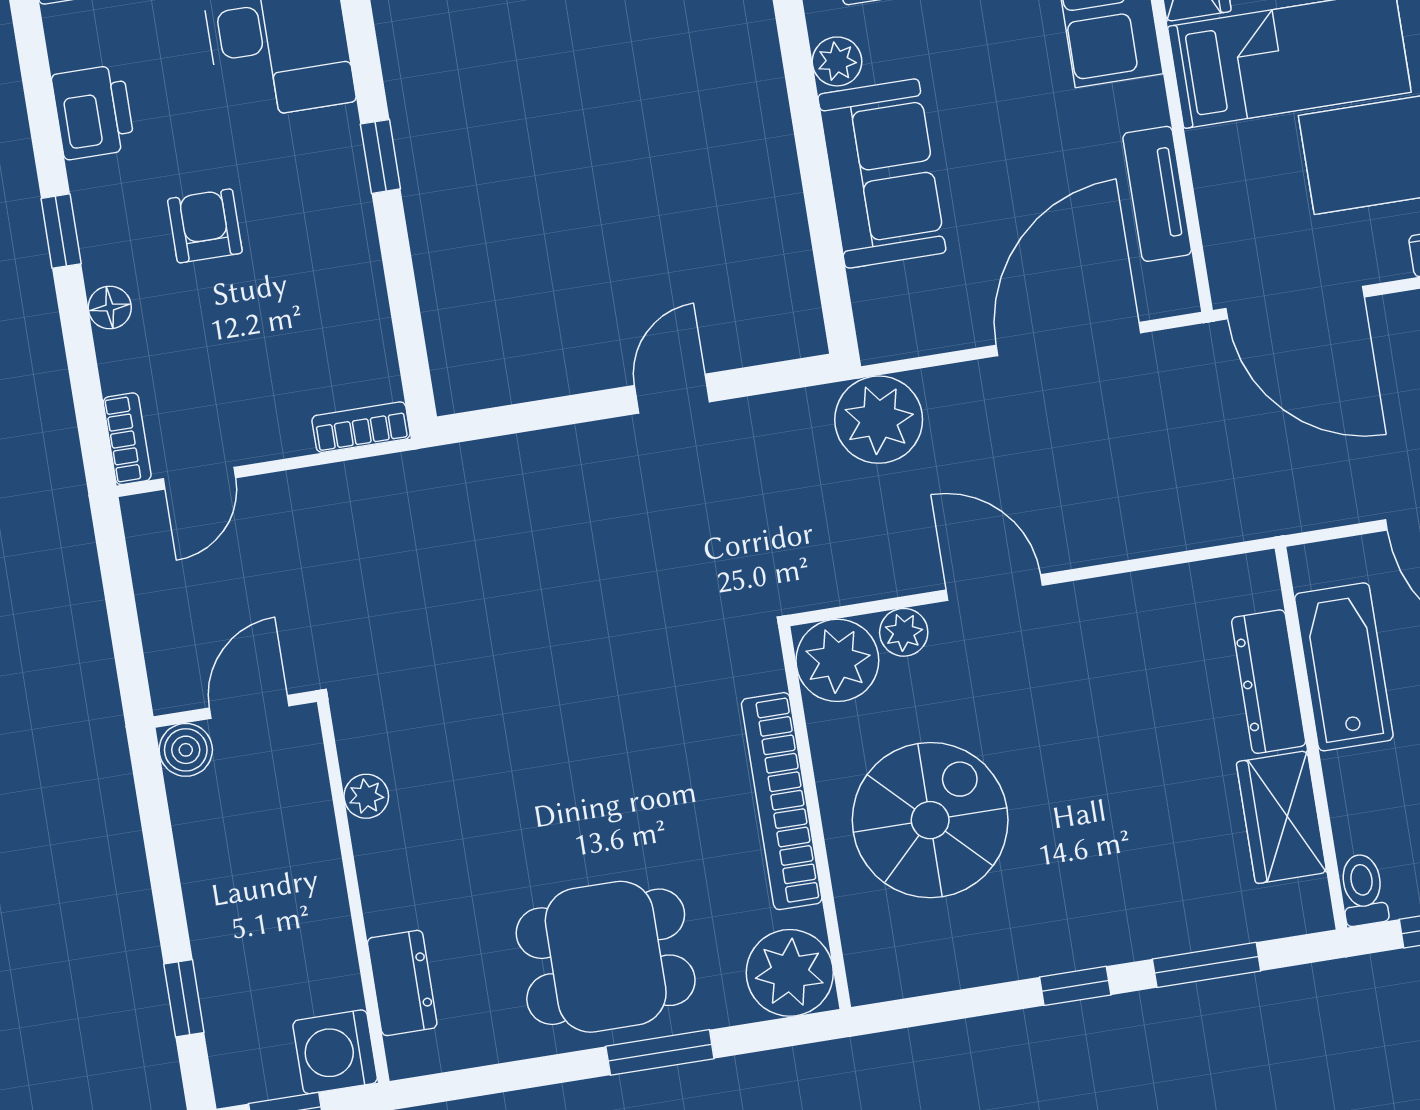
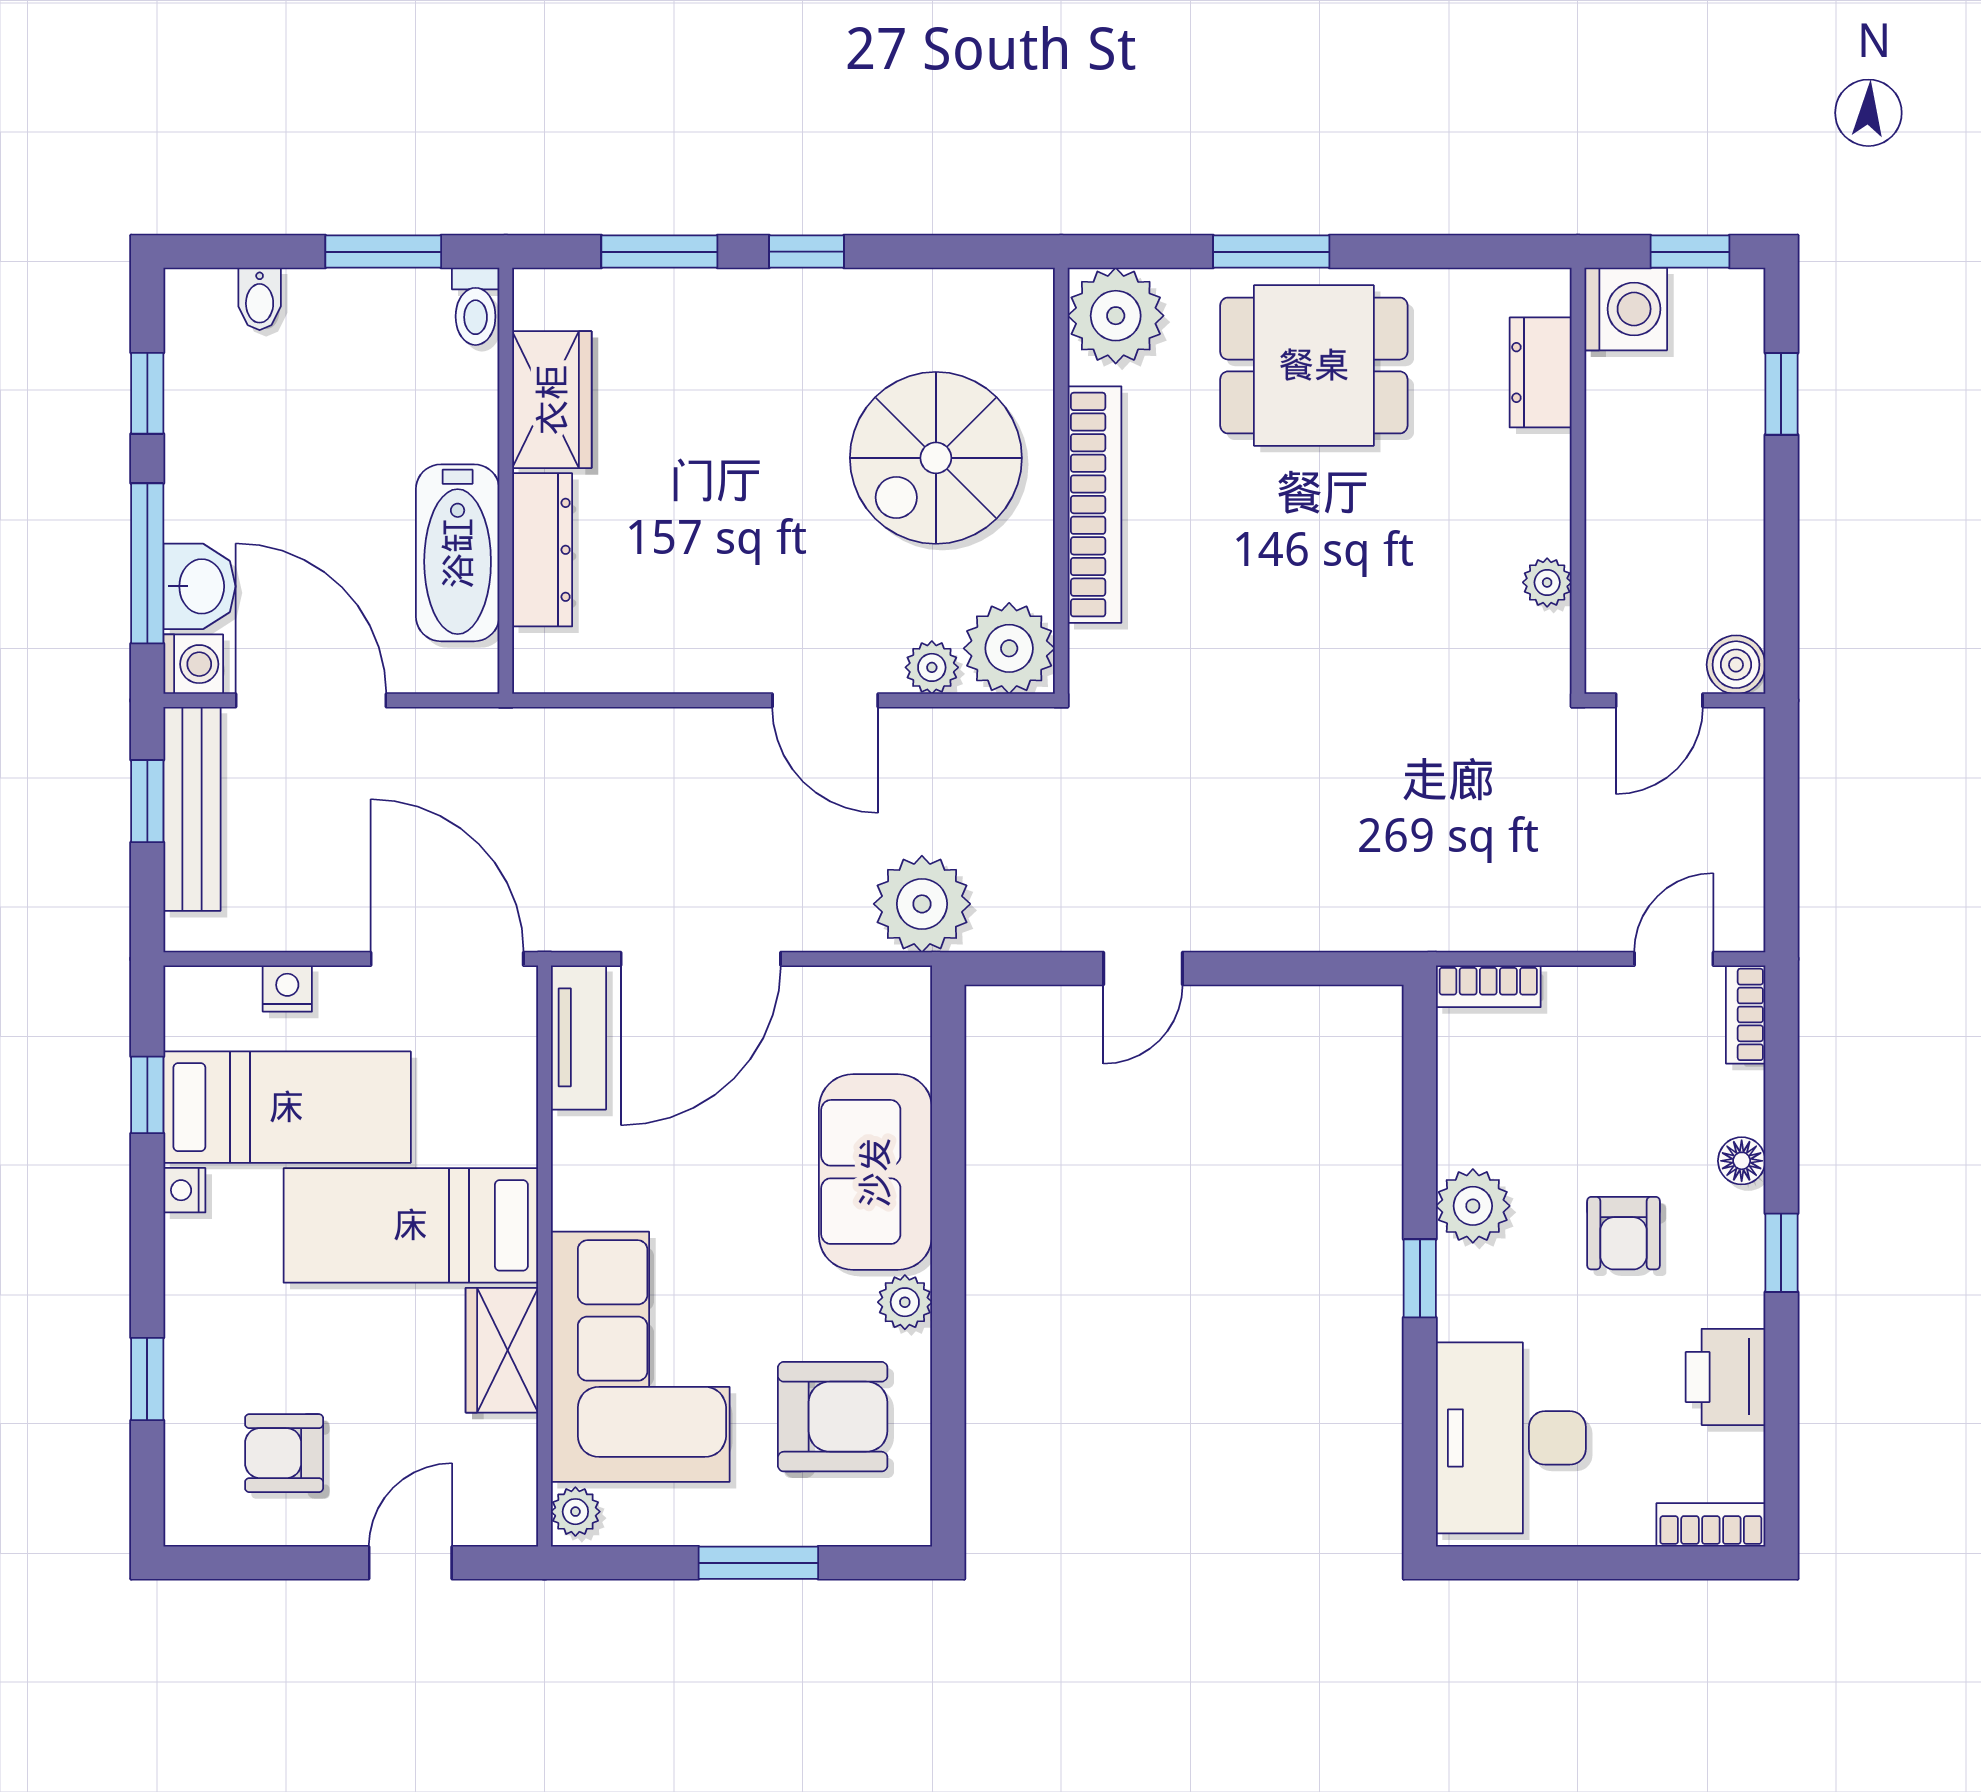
tv unit: (1157, 194) -> (579, 1037), moved
plant: (343, 229) -> (1473, 1206), added

